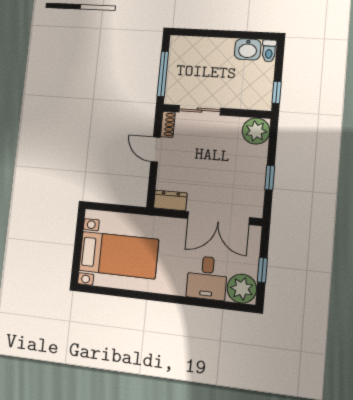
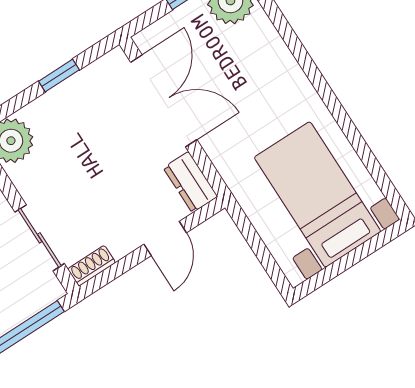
door: (155, 150) -> (165, 238), moved
desk: (207, 278) -> (253, 55), removed

